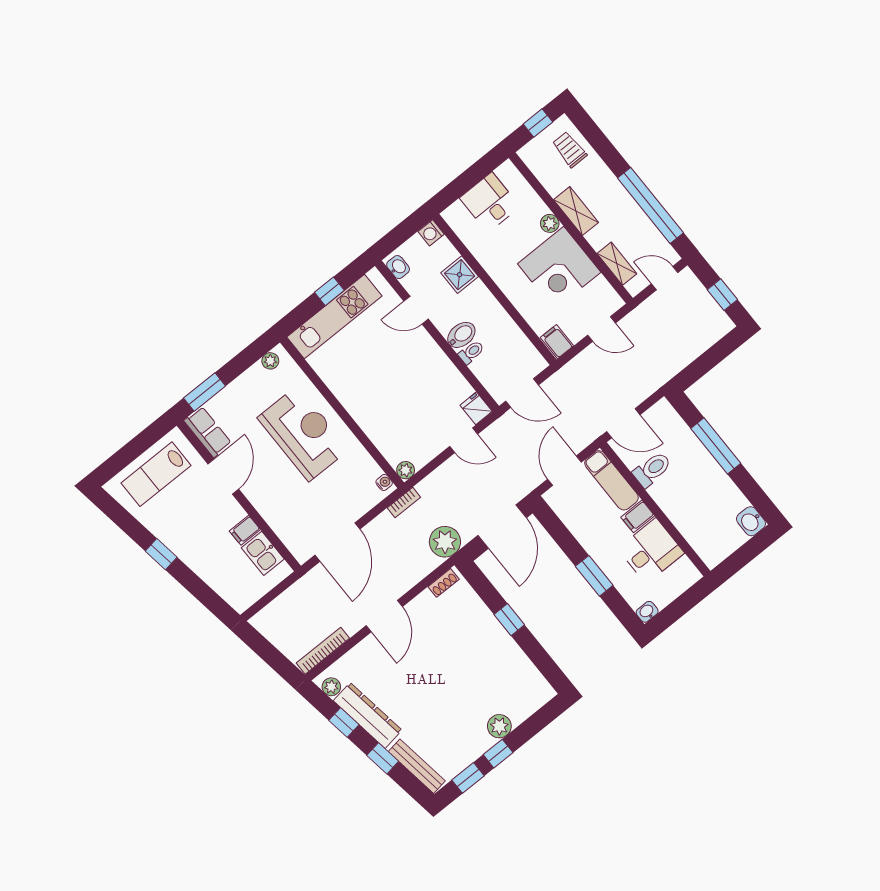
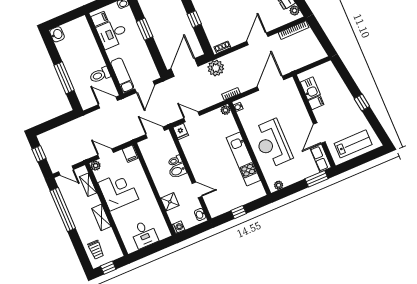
plant: (550, 223) -> (96, 166), moved
kitchen unit: (334, 317) -> (243, 159), moved, turned -90
filing cabinet: (638, 516) -> (99, 19), moved

